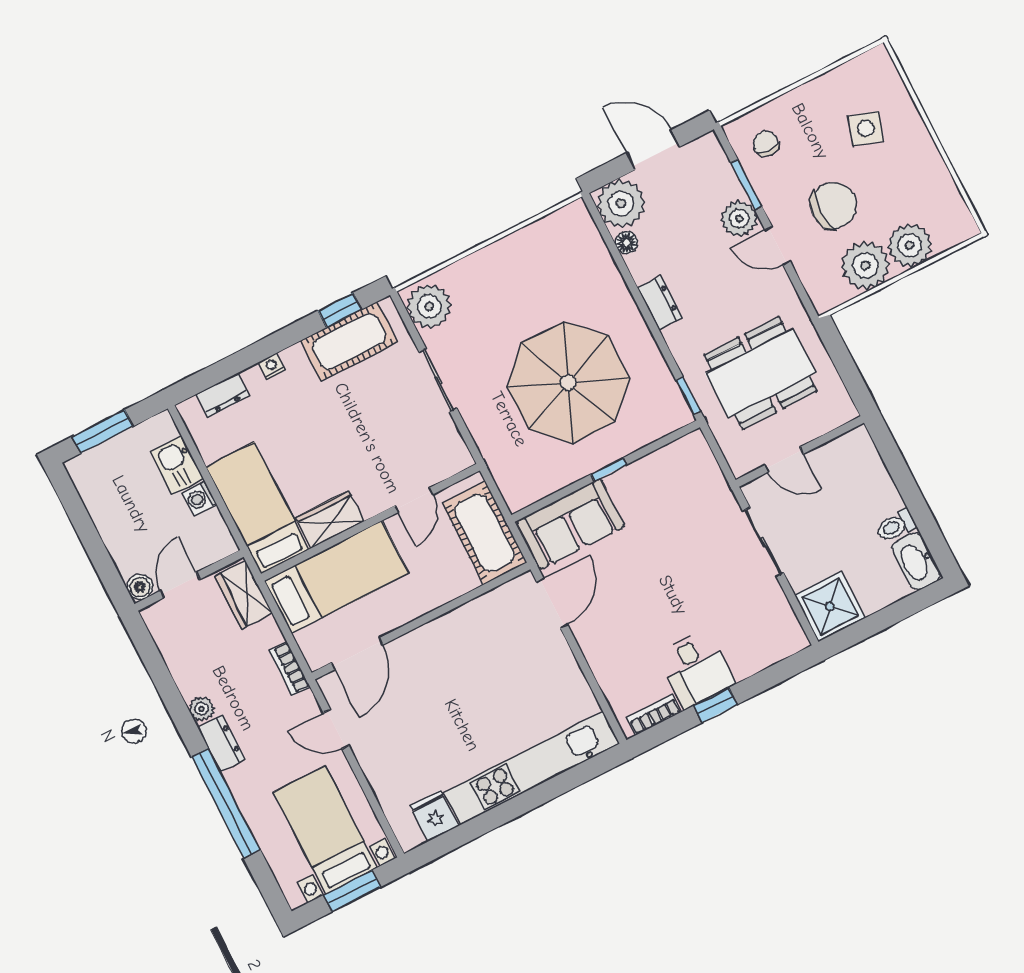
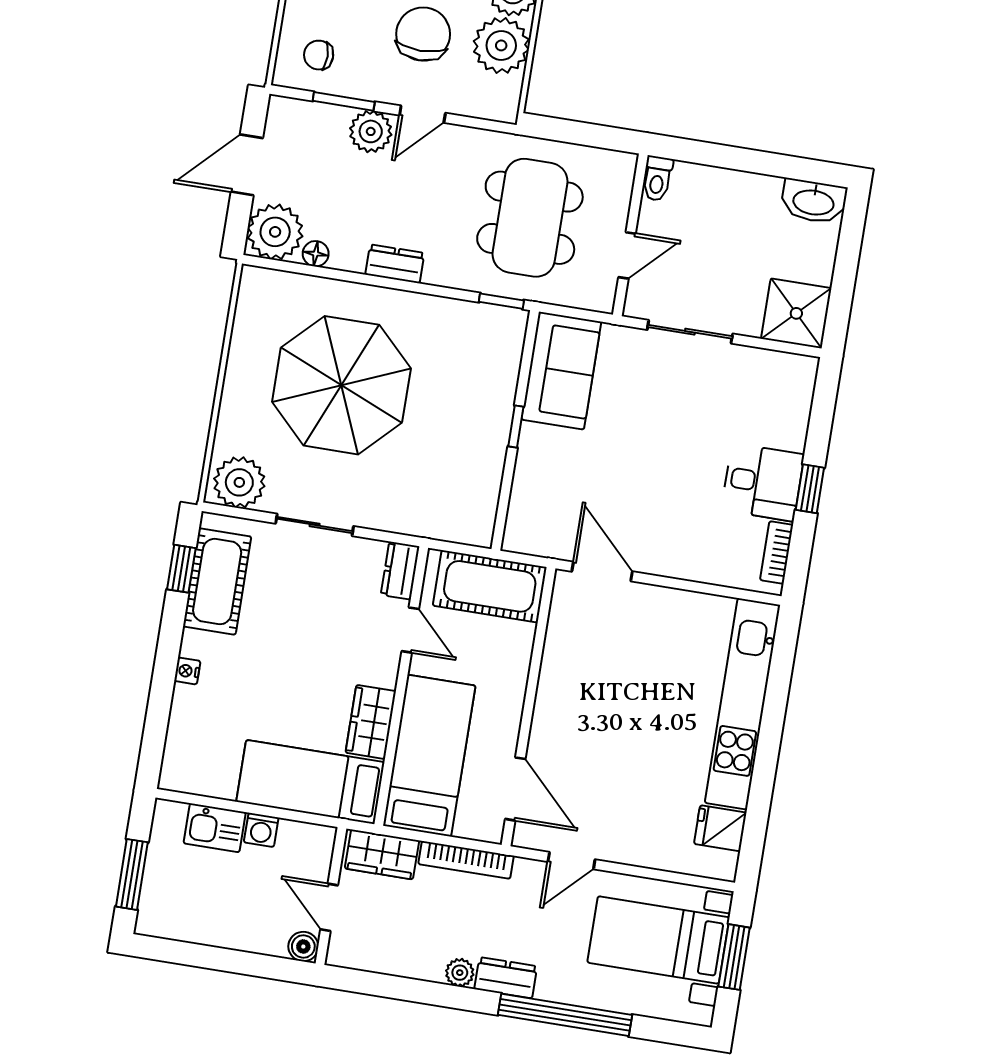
parasol: (568, 383) -> (341, 385), moved
dresser: (223, 395) -> (400, 571), moved, turned 180
sofa: (570, 524) -> (561, 371), moved
toilet: (896, 526) -> (657, 179), moved
bookcase: (289, 669) -> (466, 860), width x1.56

